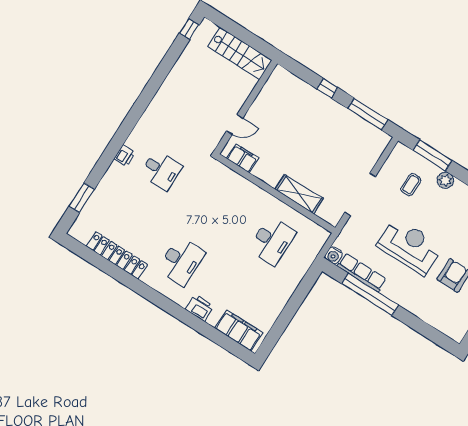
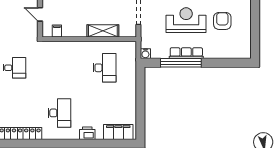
door: (235, 124) -> (40, 14), swing flipped
filing cabinet: (242, 158) -> (57, 31), width x0.50
row of seats: (362, 273) -> (186, 53), moved

